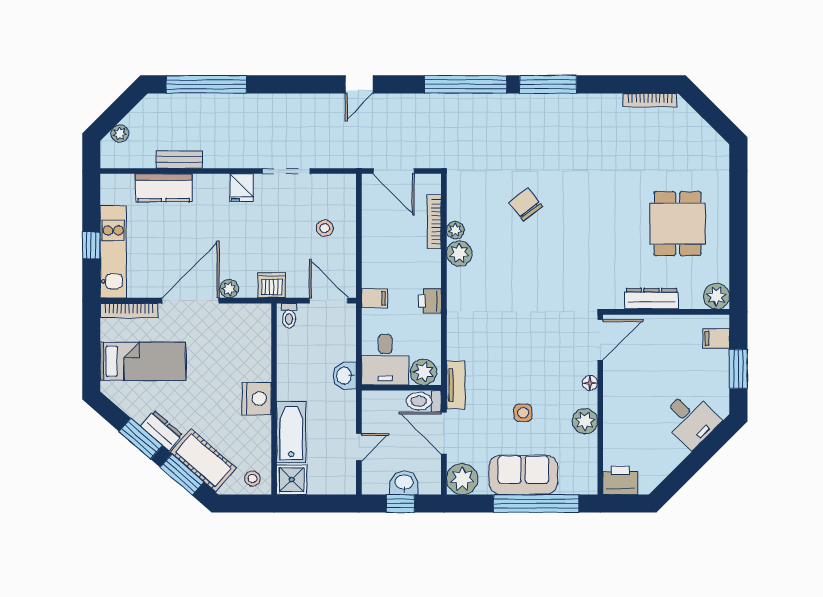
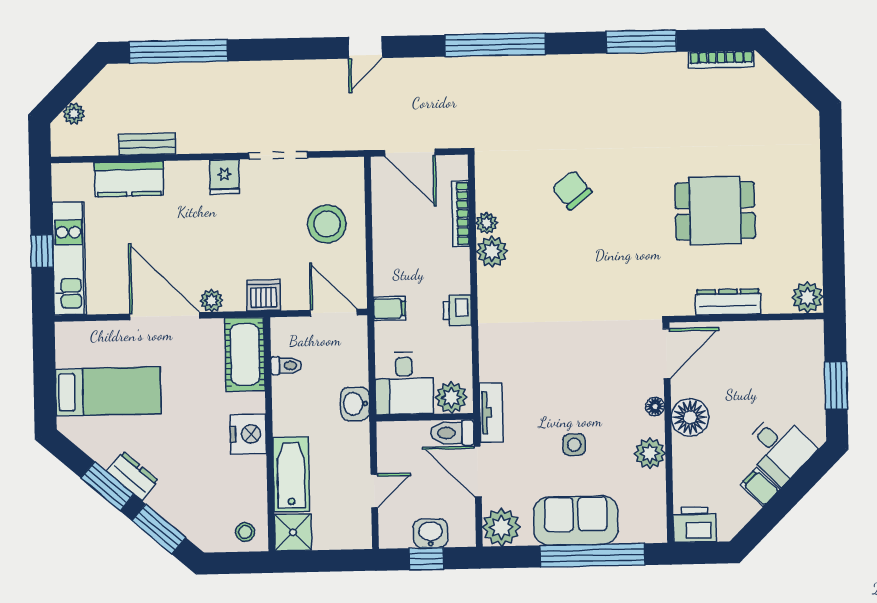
window: (548, 84) -> (641, 42), moved
dining table: (678, 224) -> (715, 211), moved, turned 90
stool: (325, 228) -> (327, 224), width x1.89, depth x1.89
door: (190, 301) -> (165, 316), hinge flipped
bookcase: (129, 311) -> (90, 330), removed
toilet: (289, 316) -> (286, 365), moved, turned -90
filing cabinet: (716, 338) -> (760, 487), moved, turned 45
floor lamp: (618, 392) -> (690, 417), added
cot: (203, 460) -> (245, 354), moved, turned 49

